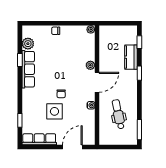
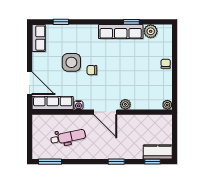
kitchen counter: (131, 57) -> (158, 152), moved
row of seats: (89, 127) -> (53, 103), added
row of seats: (39, 139) -> (39, 38), width x0.68

